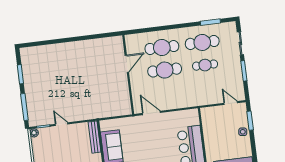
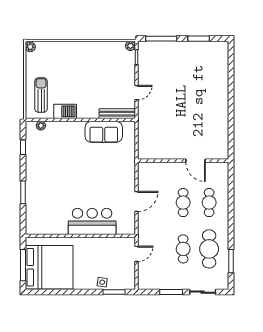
cafe table: (162, 47) -> (209, 203), width x0.73, depth x0.74
cafe table: (165, 70) -> (183, 203), width x0.73, depth x0.74
door: (231, 103) -> (137, 254), moved
door: (151, 113) -> (137, 201), moved
door: (62, 124) -> (137, 93), moved

